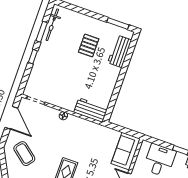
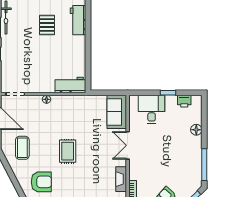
coffee table: (24, 154) -> (22, 148), turned 51

